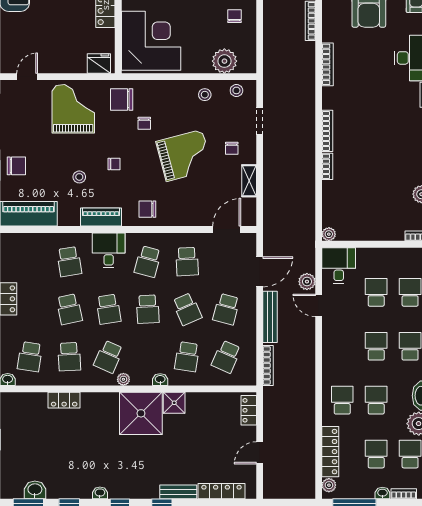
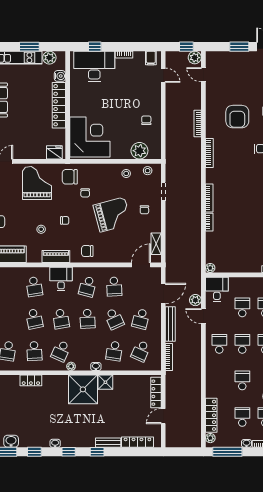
shelving: (249, 181) -> (156, 244), moved
school desk: (342, 400) -> (219, 344), moved
locker: (249, 410) -> (156, 393), width x1.53

